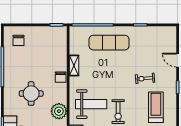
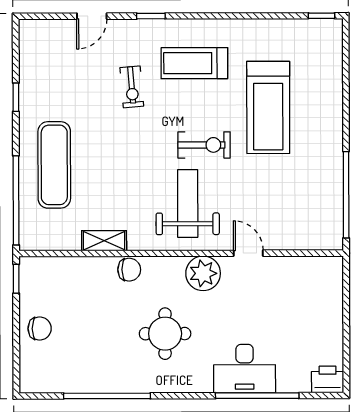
chair: (19, 40) -> (40, 328), moved

